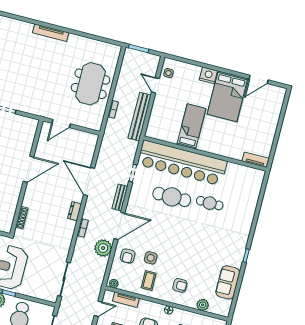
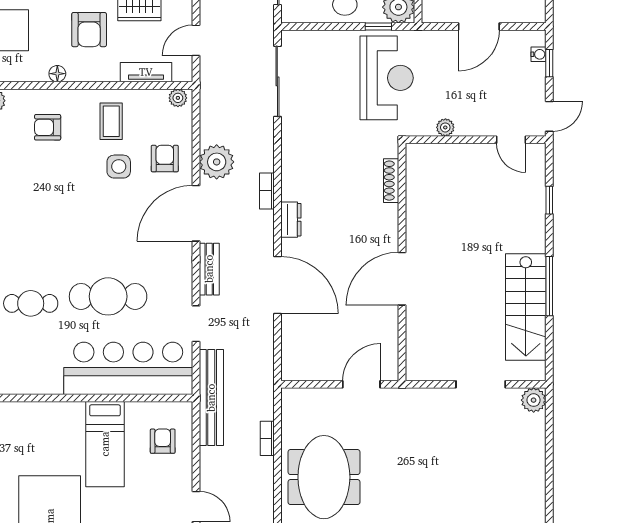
bench: (140, 117) -> (211, 398), moved
armchair: (163, 121) -> (163, 441), added
bar counter: (182, 163) -> (128, 368), width x0.73

